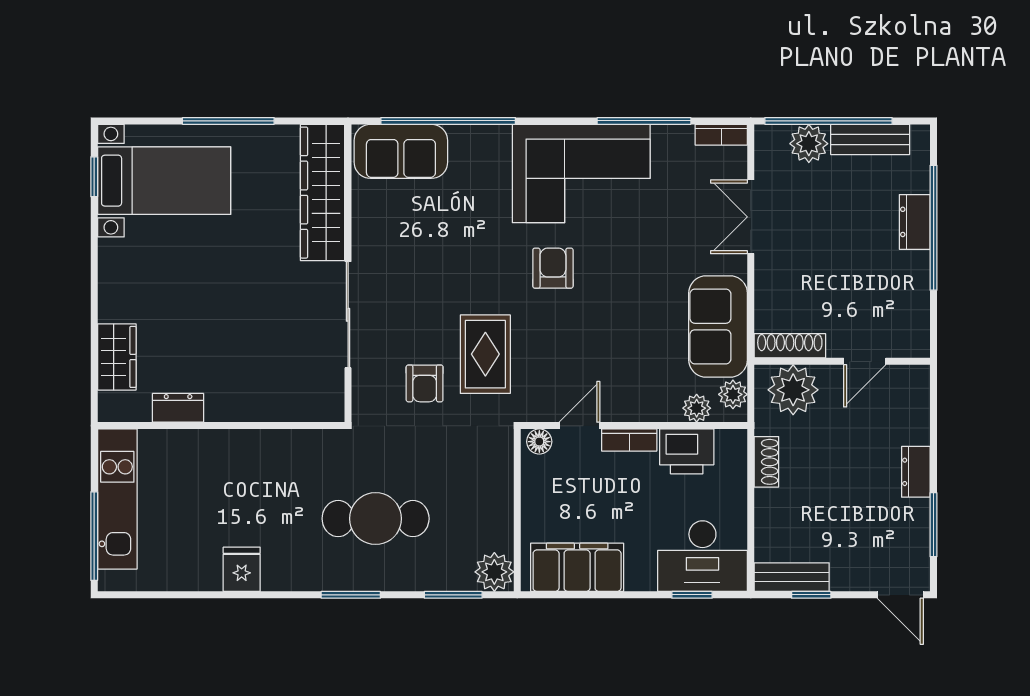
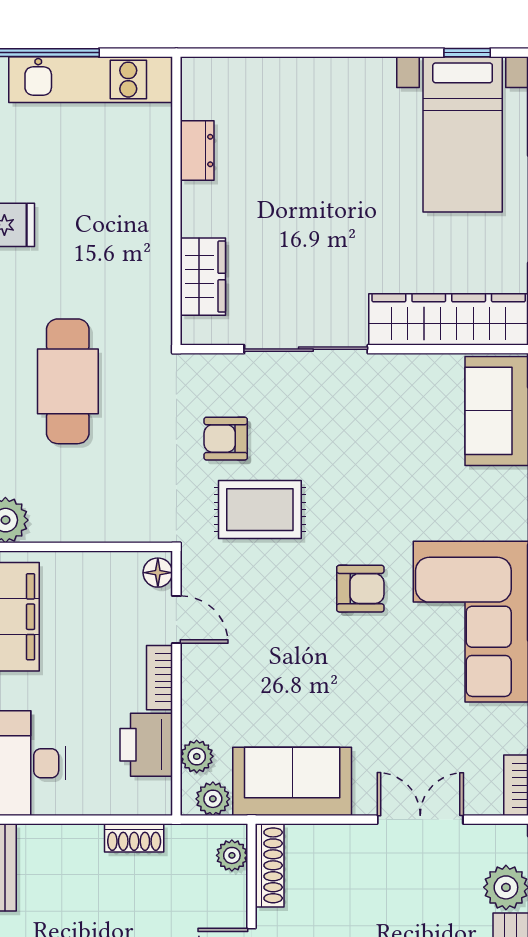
wardrobe: (117, 357) -> (203, 277), moved, turned -90
plant: (793, 390) -> (232, 855), width x0.53, depth x0.53

